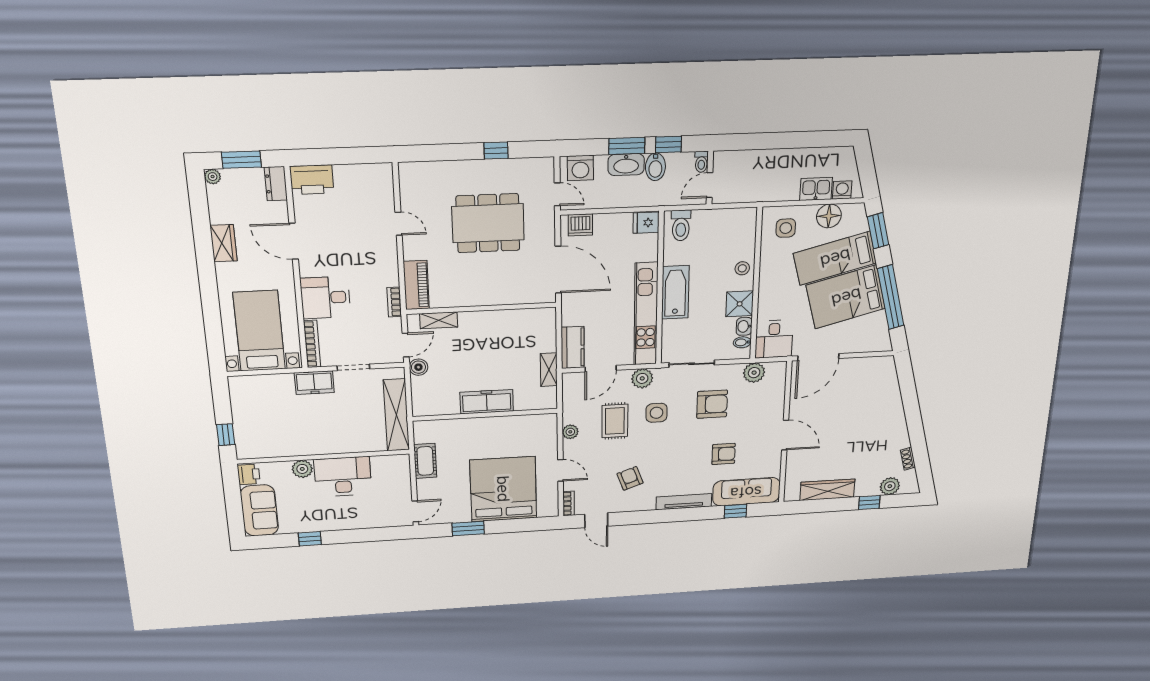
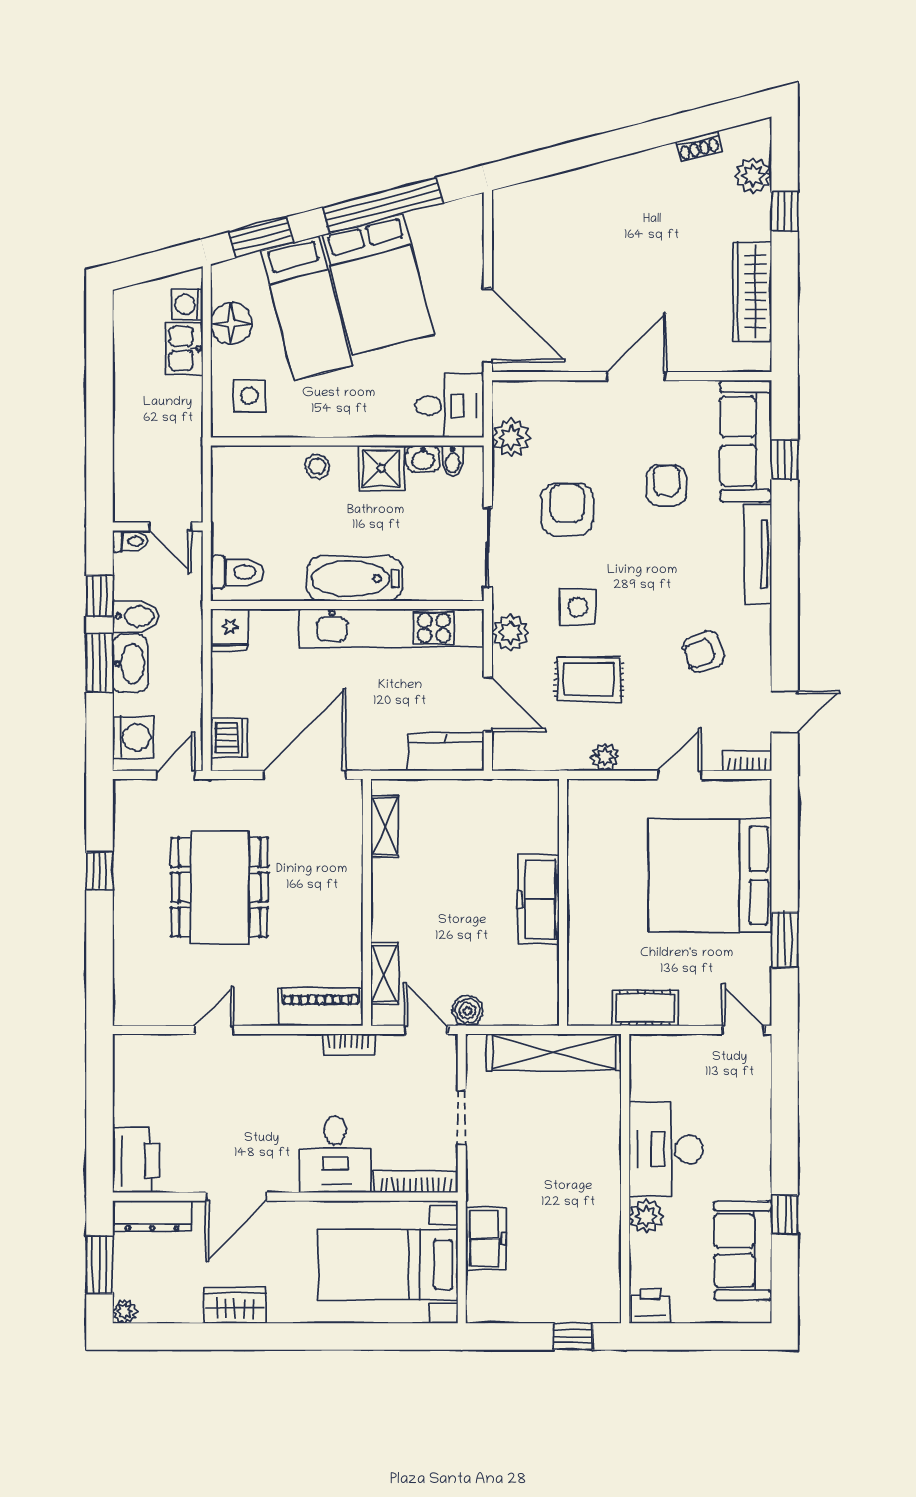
dresser: (276, 184) -> (152, 1216), width x1.44
shelving: (549, 370) -> (385, 826), moved, turned 90
freezer: (314, 383) -> (486, 1239), moved
sofa: (259, 510) -> (743, 1251), moved, turned -90

